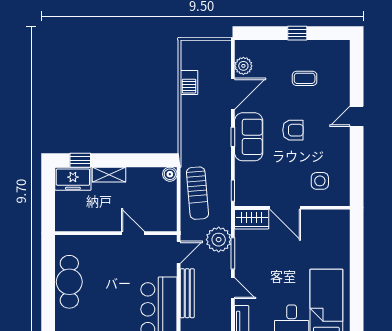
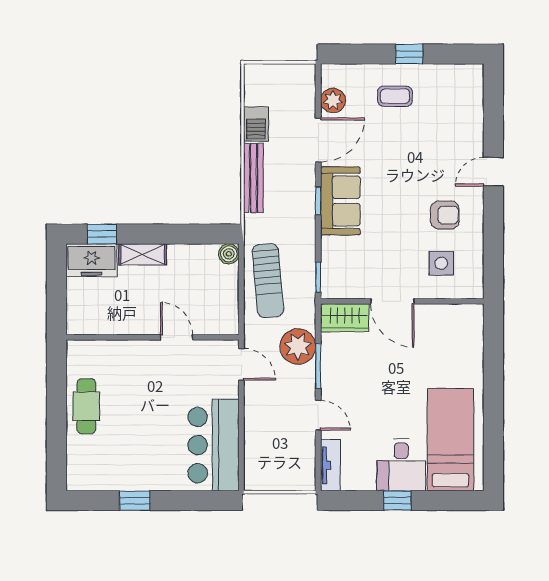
coffee table: (305, 78) -> (395, 96), moved
armchair: (293, 130) -> (445, 215), moved
door: (179, 252) -> (241, 364), hinge flipped
cafe table: (69, 282) -> (86, 406), width x0.73, depth x0.74
bench: (187, 293) -> (253, 178), moved

